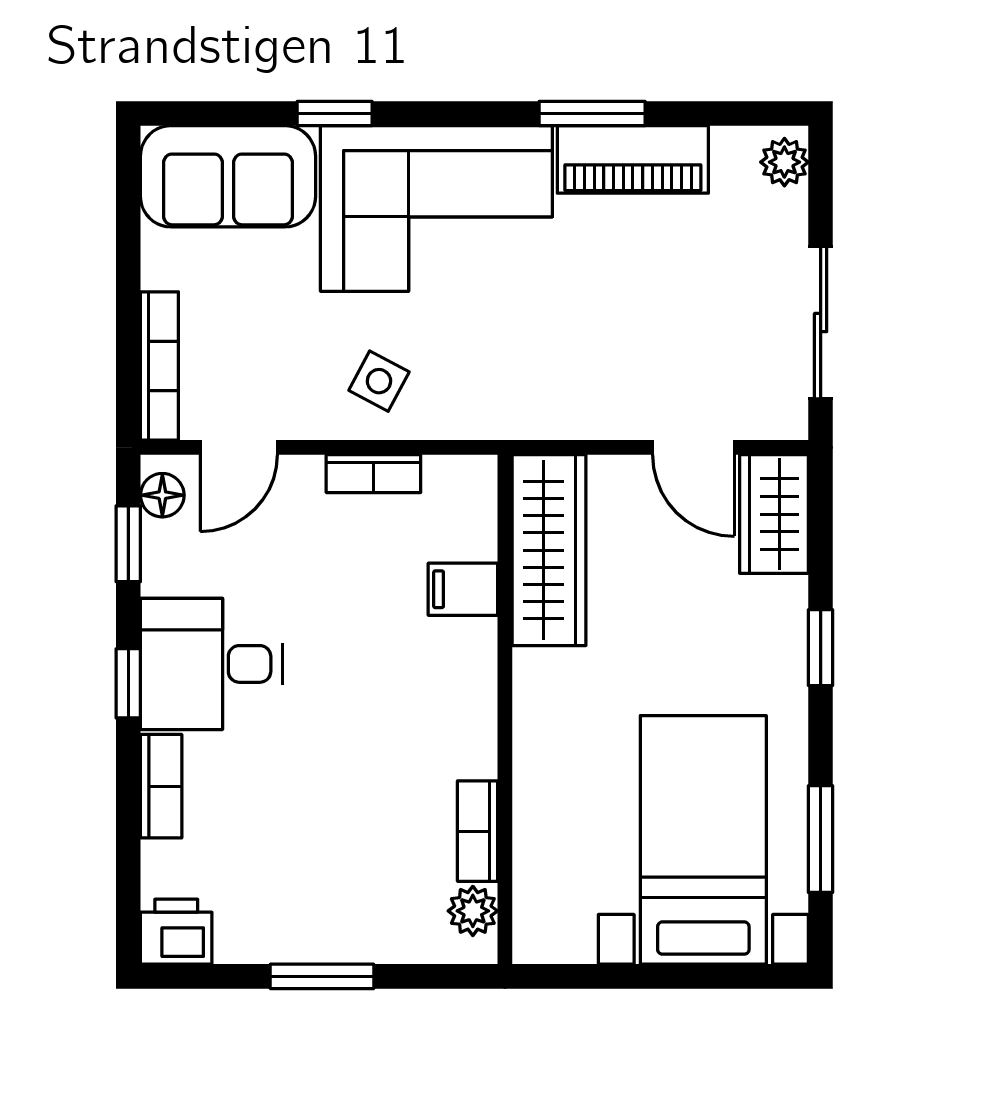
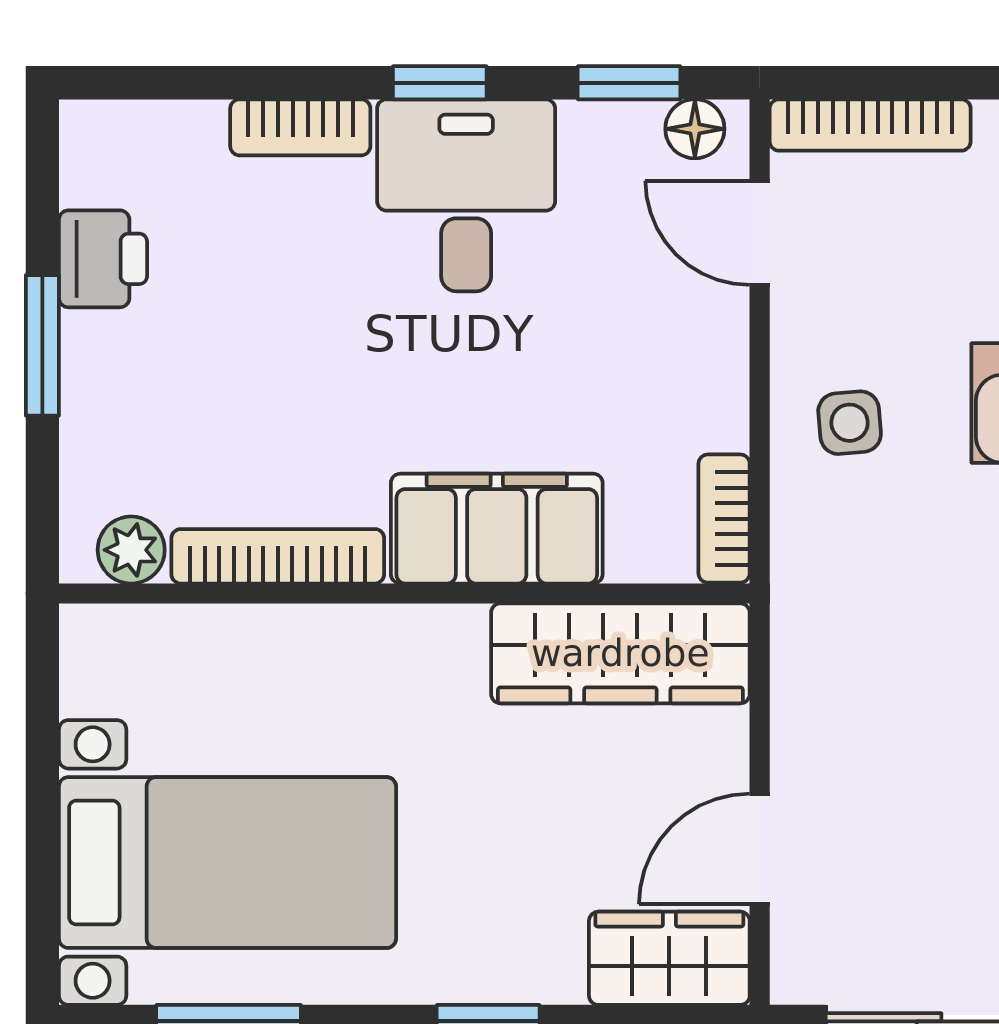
side table: (379, 381) -> (850, 423), turned -33
bookcase: (373, 474) -> (724, 519), moved
filing cabinet: (463, 589) -> (497, 529), width x3.00, depth x1.17
bookcase: (477, 831) -> (278, 556), width x1.56
printer: (176, 932) -> (103, 259), moved

